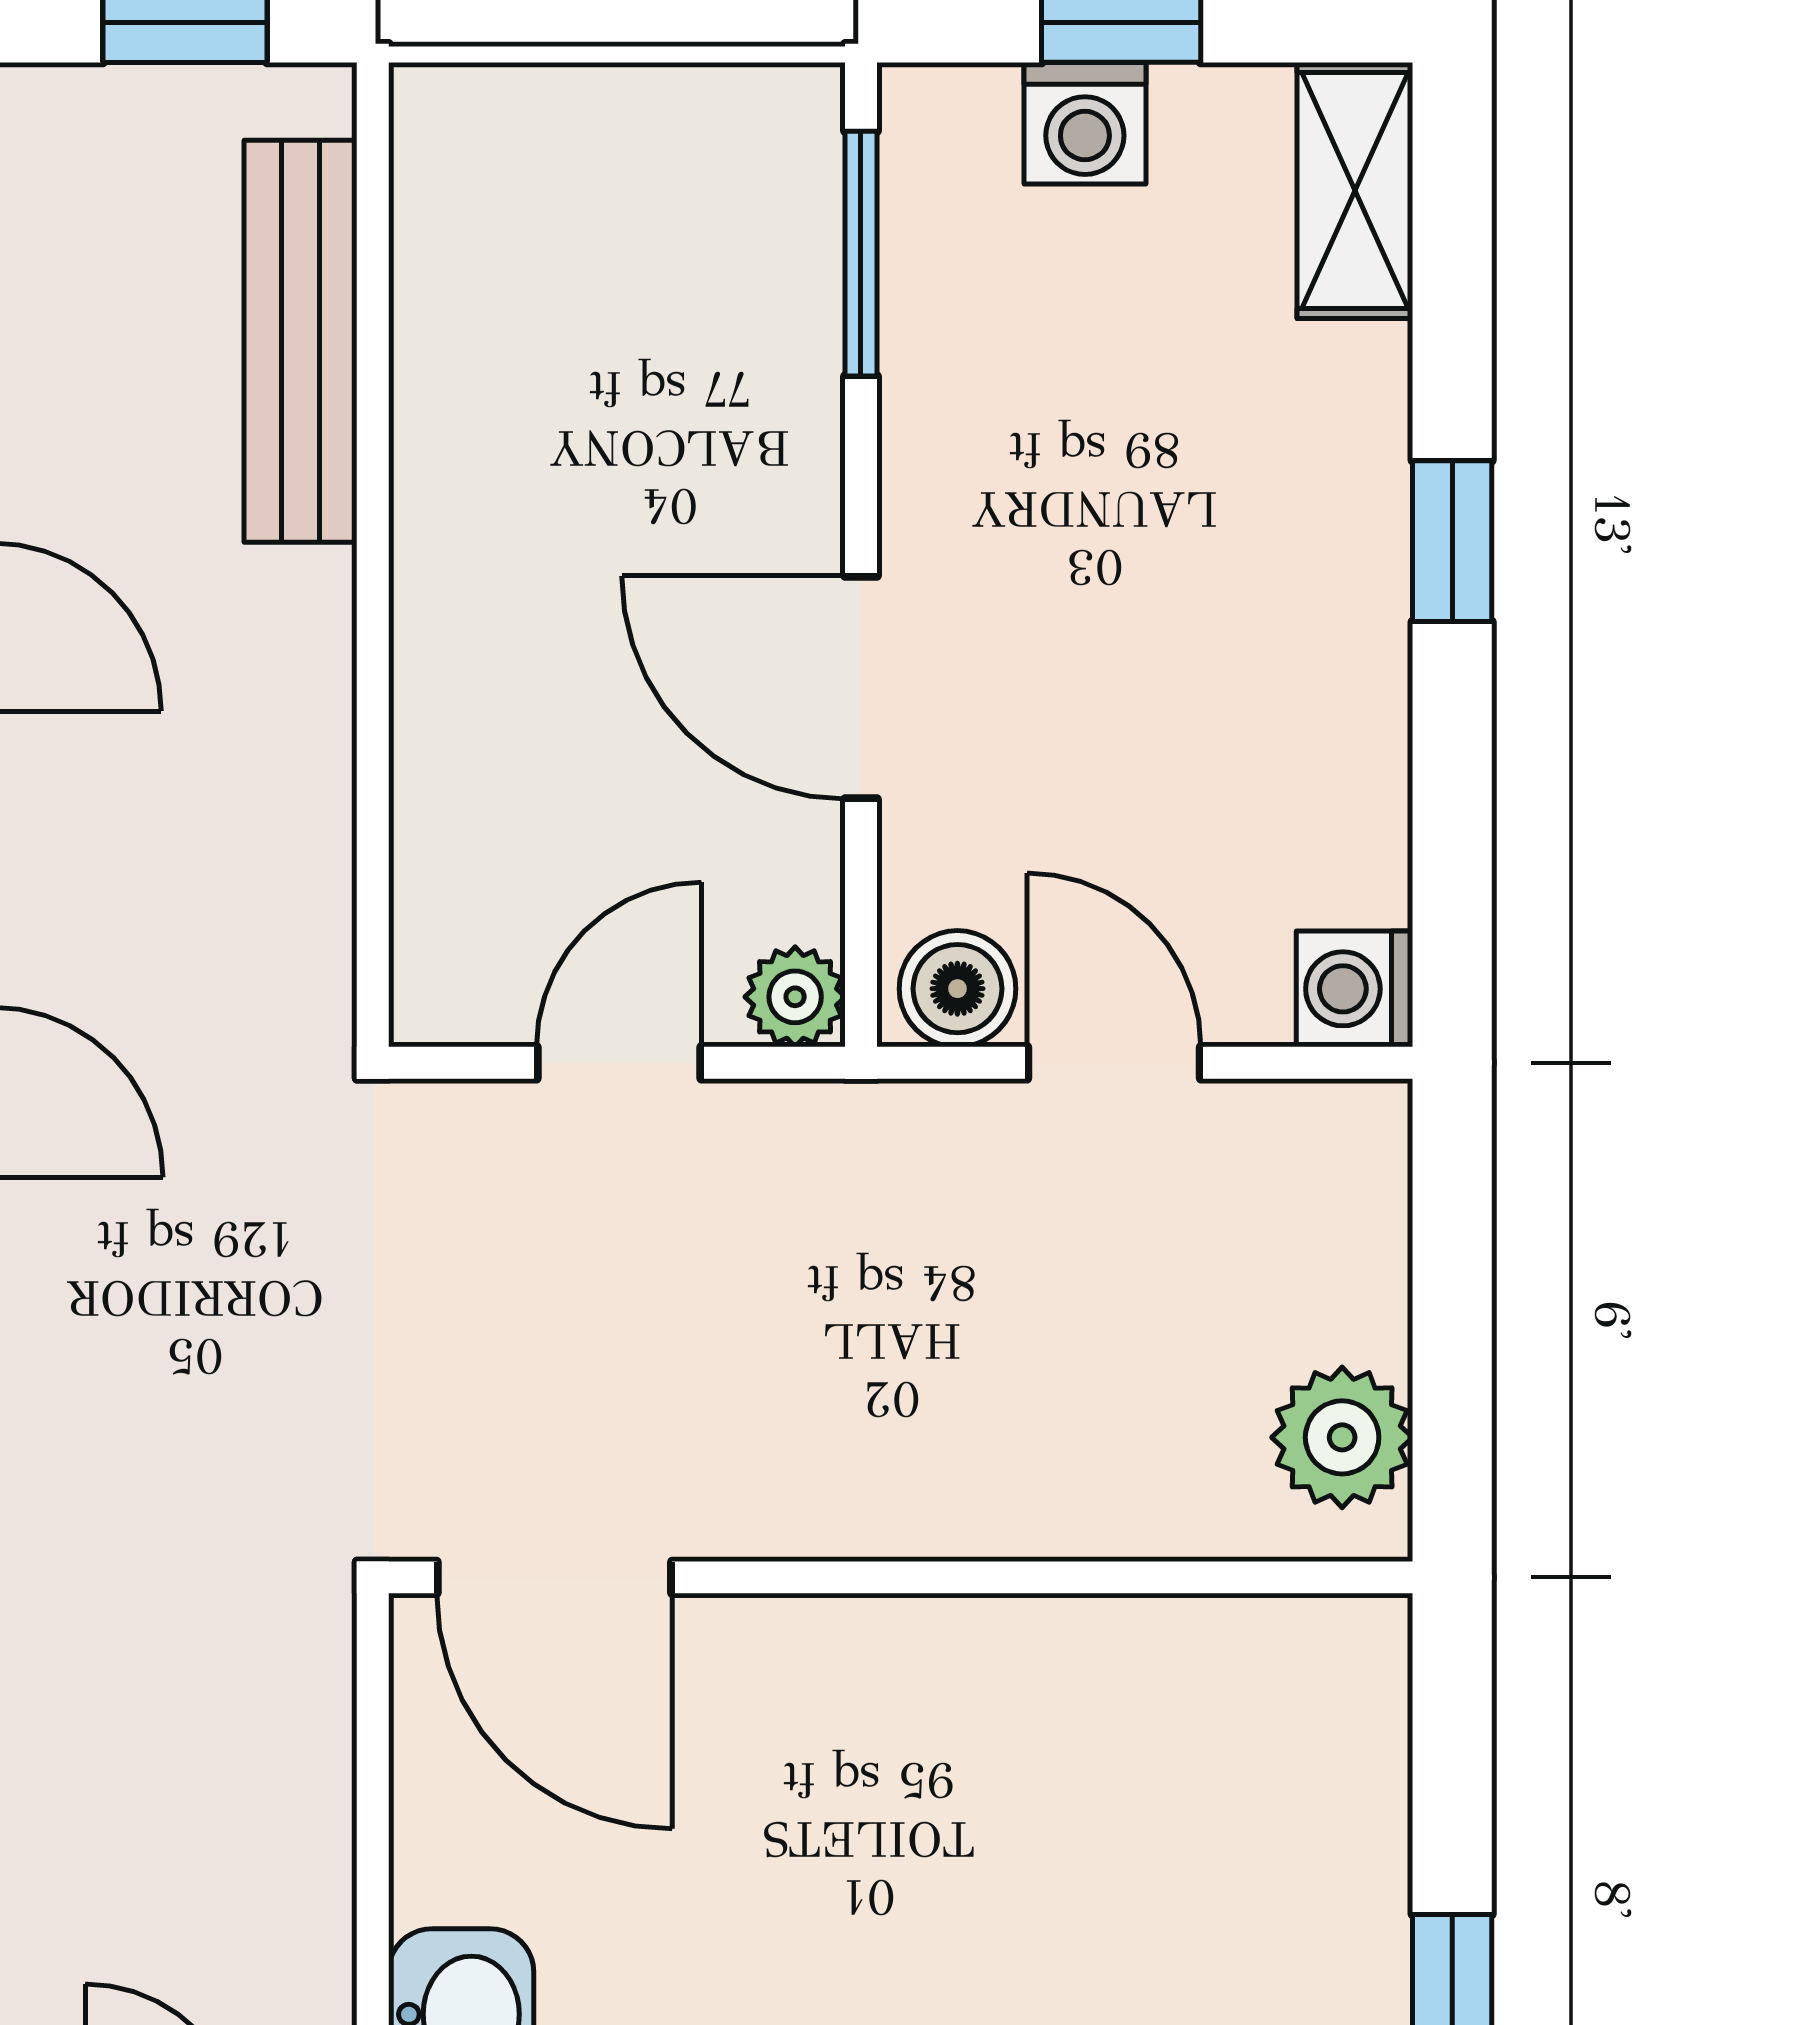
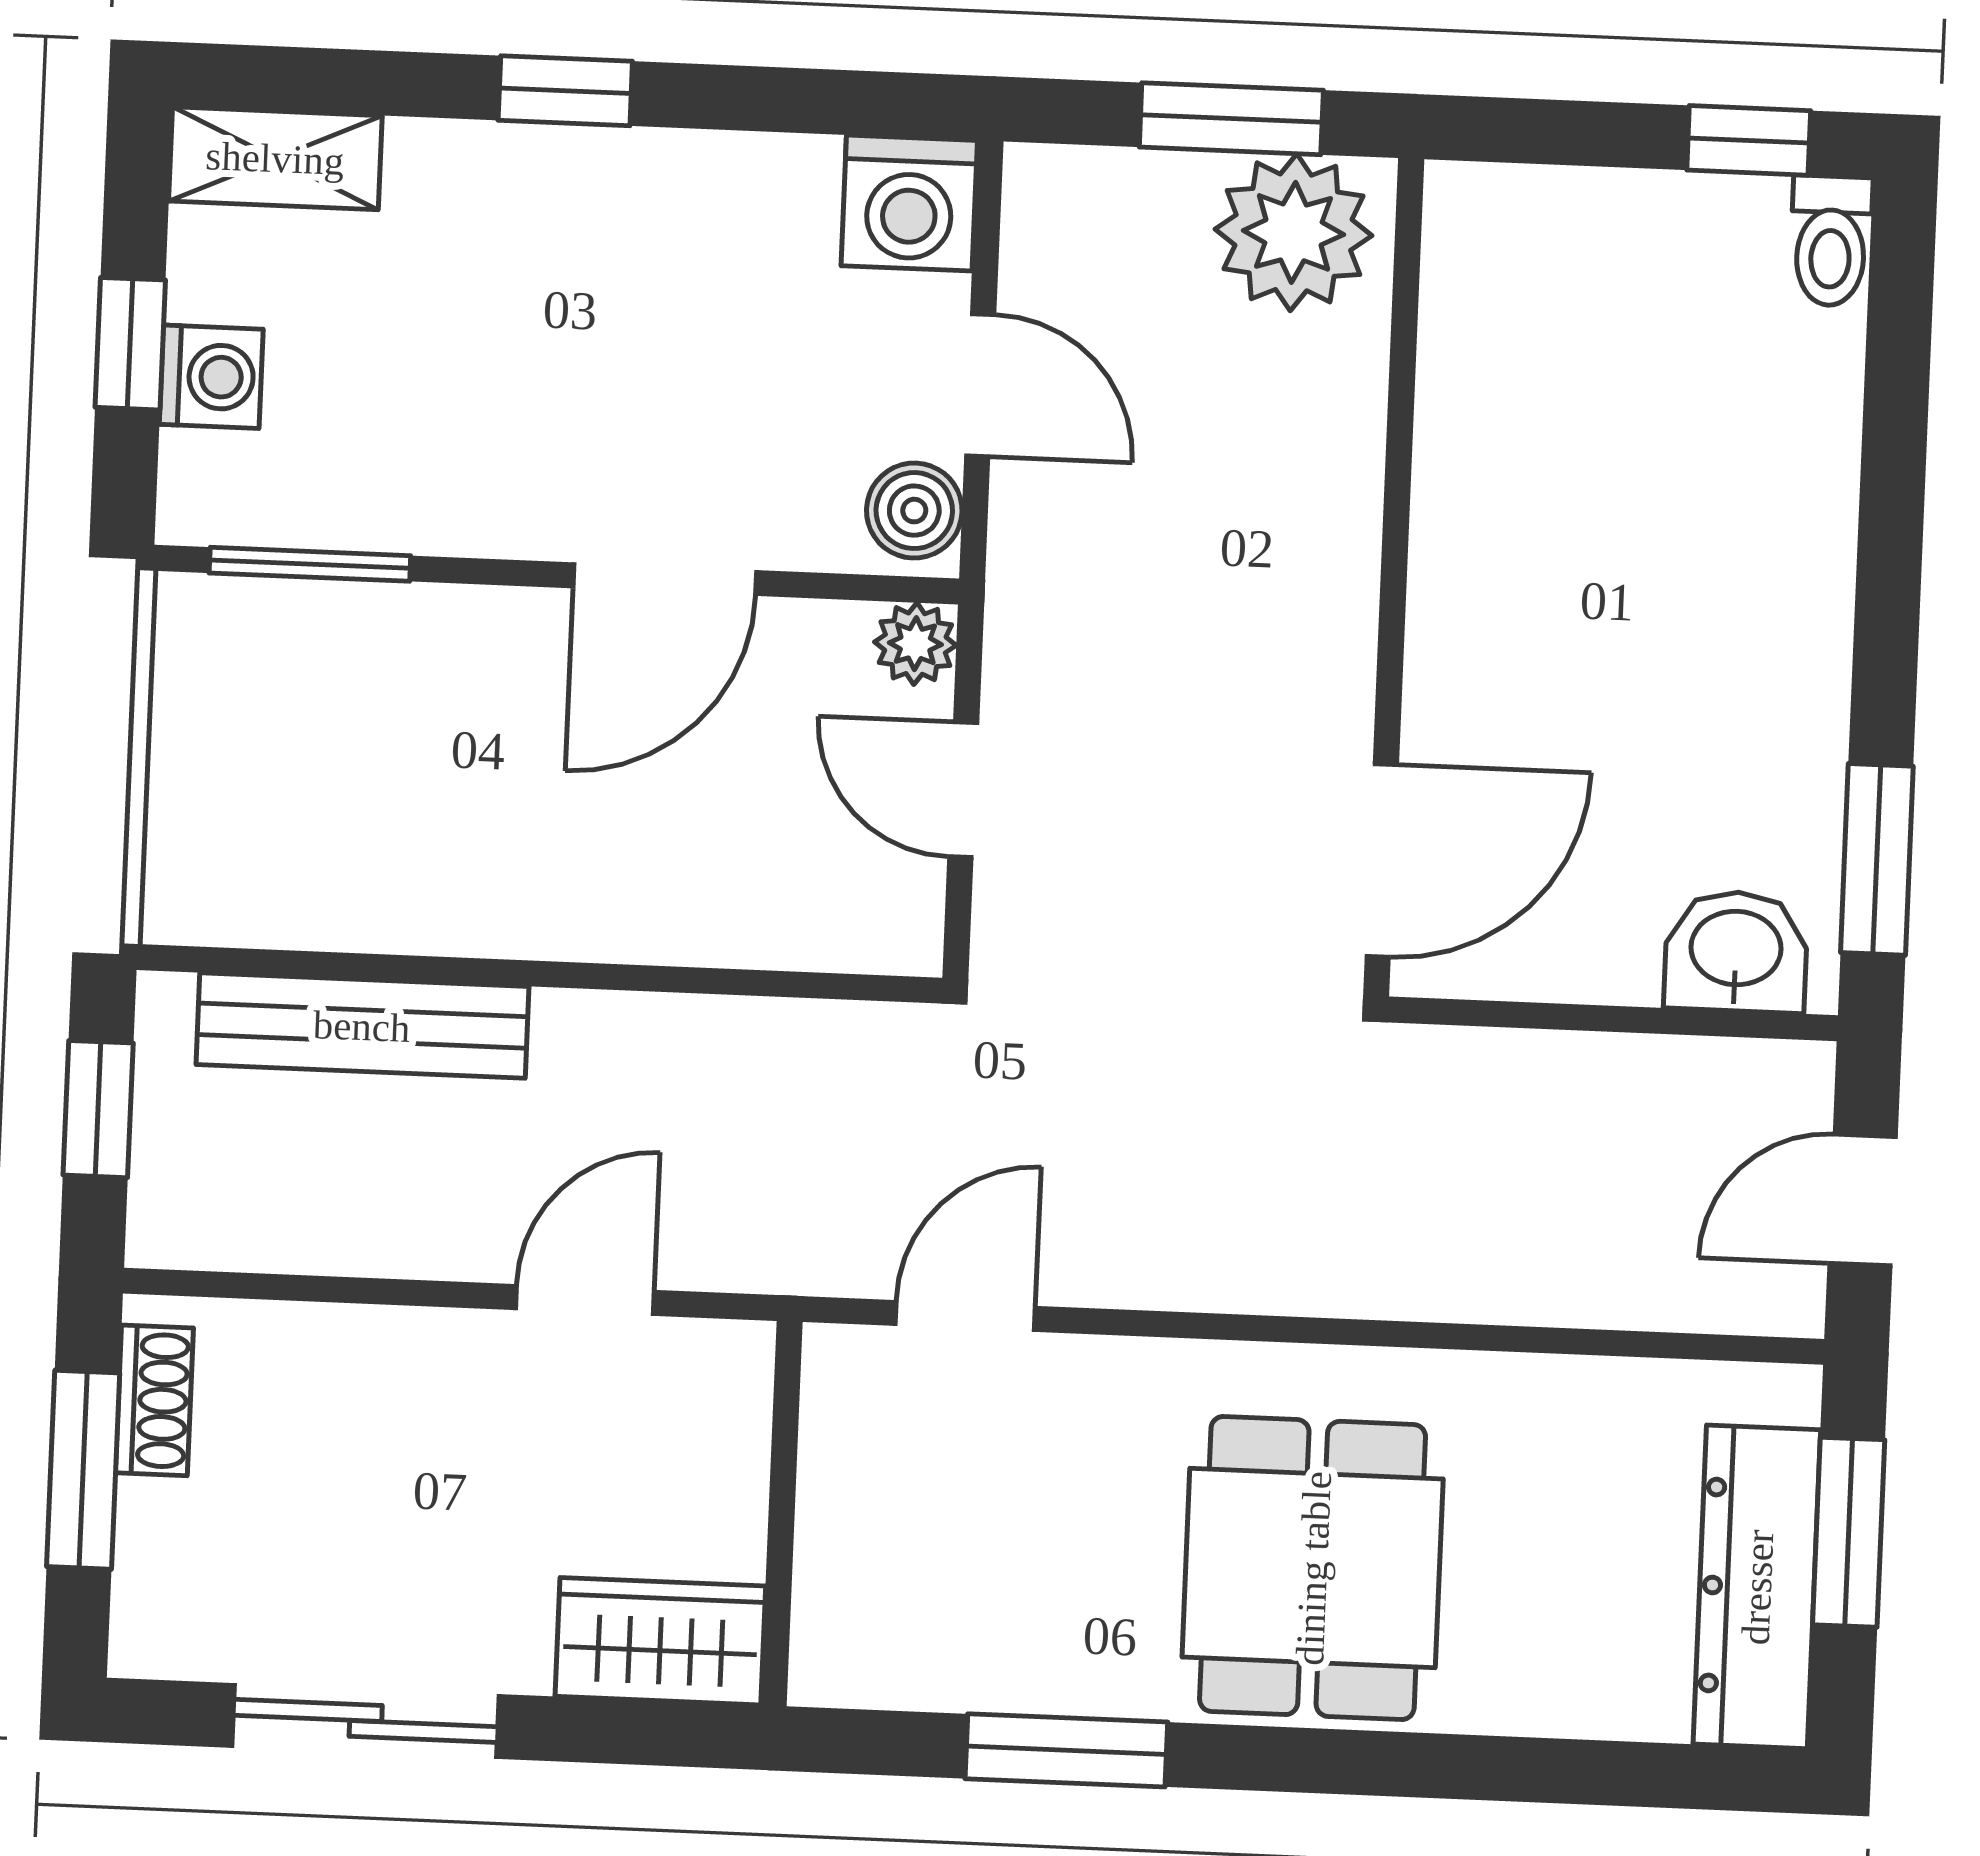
washing machine: (1355, 989) -> (909, 203), width x1.38, depth x1.38
door: (1114, 1063) -> (980, 385), swing flipped
window: (1452, 1356) -> (1231, 119), added
plant: (1342, 1437) -> (1293, 232), width x1.36, depth x1.36

